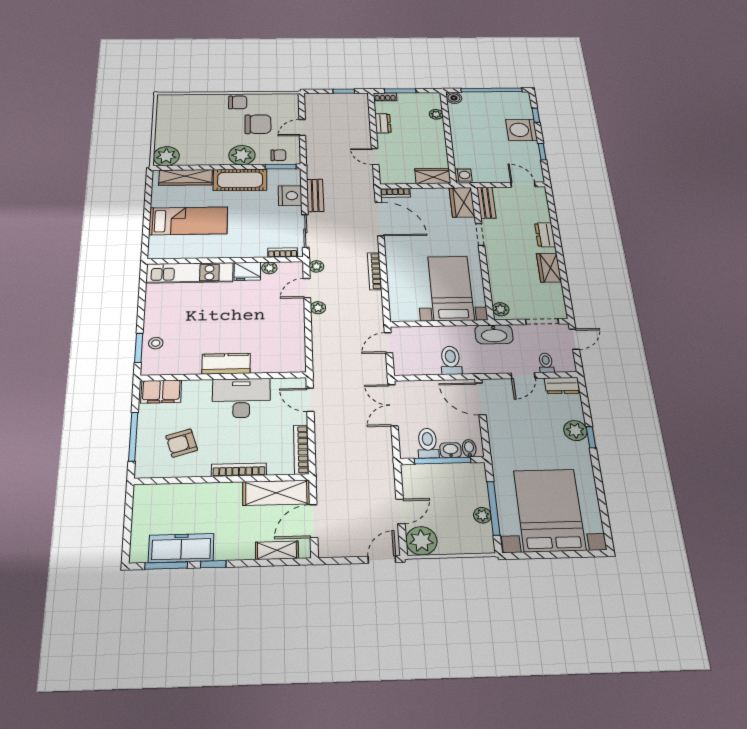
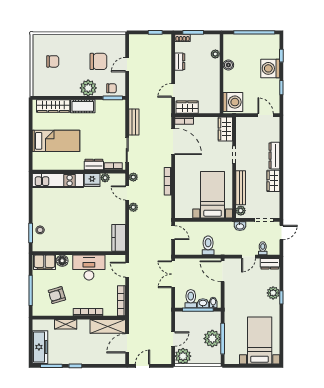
boiler: (454, 98) -> (228, 65), moved
chair: (238, 102) -> (53, 61), moved
plant: (166, 156) -> (40, 88), removed
door: (375, 157) -> (173, 90), hinge flipped
washing machine: (463, 175) -> (233, 102), width x1.89, depth x1.89
wardrobe: (433, 176) -> (187, 107), moved
cot: (240, 180) -> (83, 106), width x0.73, depth x0.75
nightstand: (290, 196) -> (118, 122), removed
bench: (486, 203) -> (241, 188), moved, width x1.36
dresser: (545, 235) -> (274, 156), width x1.44
dresser: (251, 251) -> (94, 164), added
door: (307, 288) -> (127, 193), hinge flipped
washbasin: (494, 334) -> (240, 226), width x0.52, depth x0.69
door: (388, 343) -> (173, 233), swing flipped
kitchen counter: (226, 364) -> (119, 238), moved, turned -90
floor lamp: (193, 388) -> (62, 261), added
bed with nightstands: (549, 510) -> (260, 341), width x0.73
plant: (482, 515) -> (212, 339), width x1.88, depth x1.88
freezer: (181, 548) -> (40, 347), moved, turned 90
shelving: (277, 550) -> (66, 324), moved
door: (382, 559) -> (143, 366), moved

